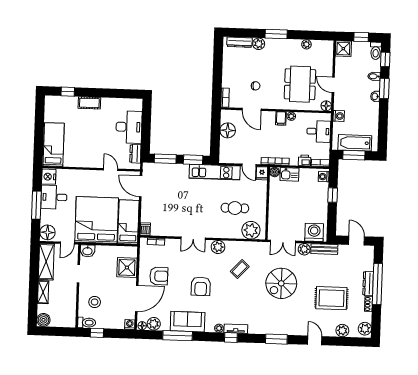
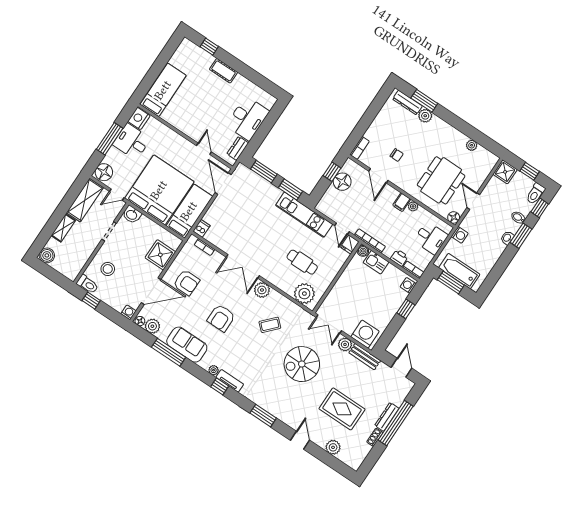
window: (276, 34) -> (424, 101), moved
window: (216, 128) -> (332, 172), added
double door: (193, 238) -> (243, 266), width x1.37
plant: (365, 329) -> (356, 459), removed

